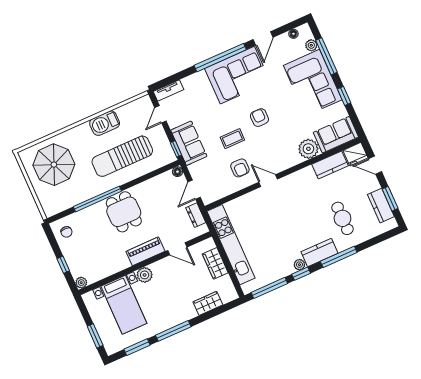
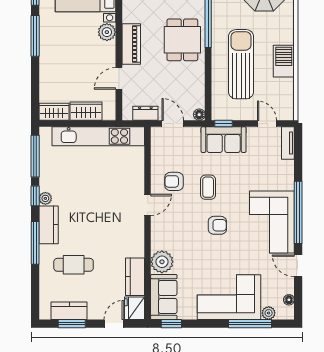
window: (344, 96) -> (171, 324), moved
dining table: (124, 212) -> (182, 40), turned 90
wardrobe: (208, 303) -> (54, 112), moved, turned -90

